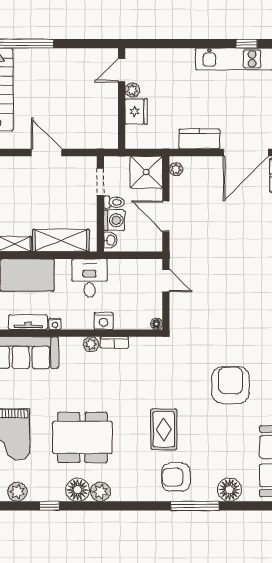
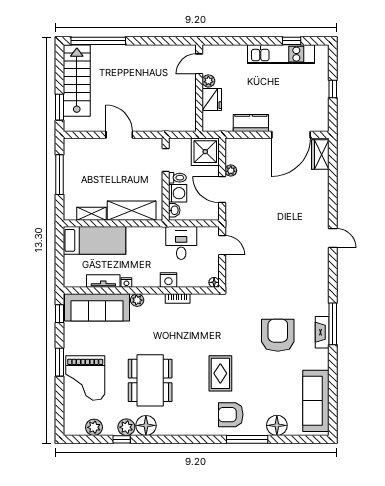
door: (122, 70) -> (199, 64), moved
plant: (132, 90) -> (208, 81), moved
wall: (122, 99) -> (199, 88), moved
fridge: (136, 112) -> (212, 99), moved
plant: (176, 169) -> (231, 171), moved
desk: (89, 278) -> (181, 243), moved
plant: (91, 344) -> (137, 300), moved
dining table: (82, 437) -> (150, 380), turned 90
plant: (100, 492) -> (126, 427), moved

